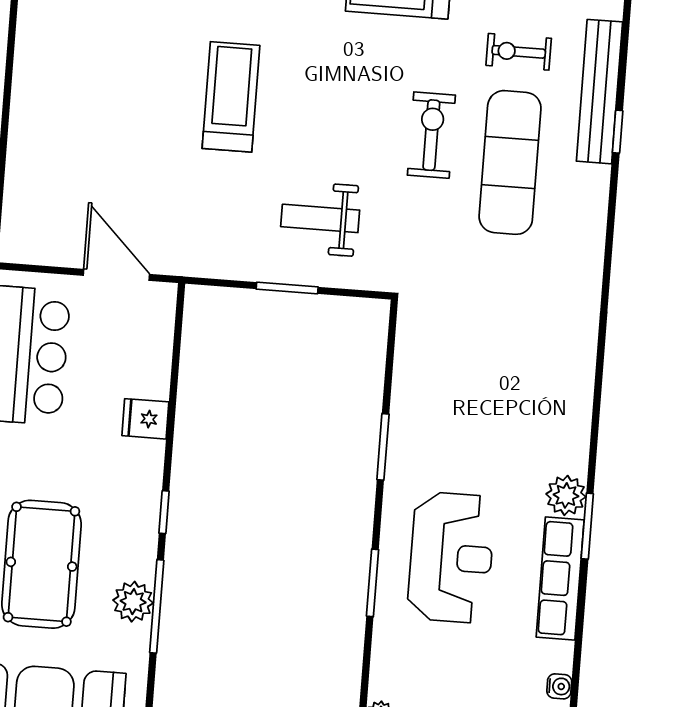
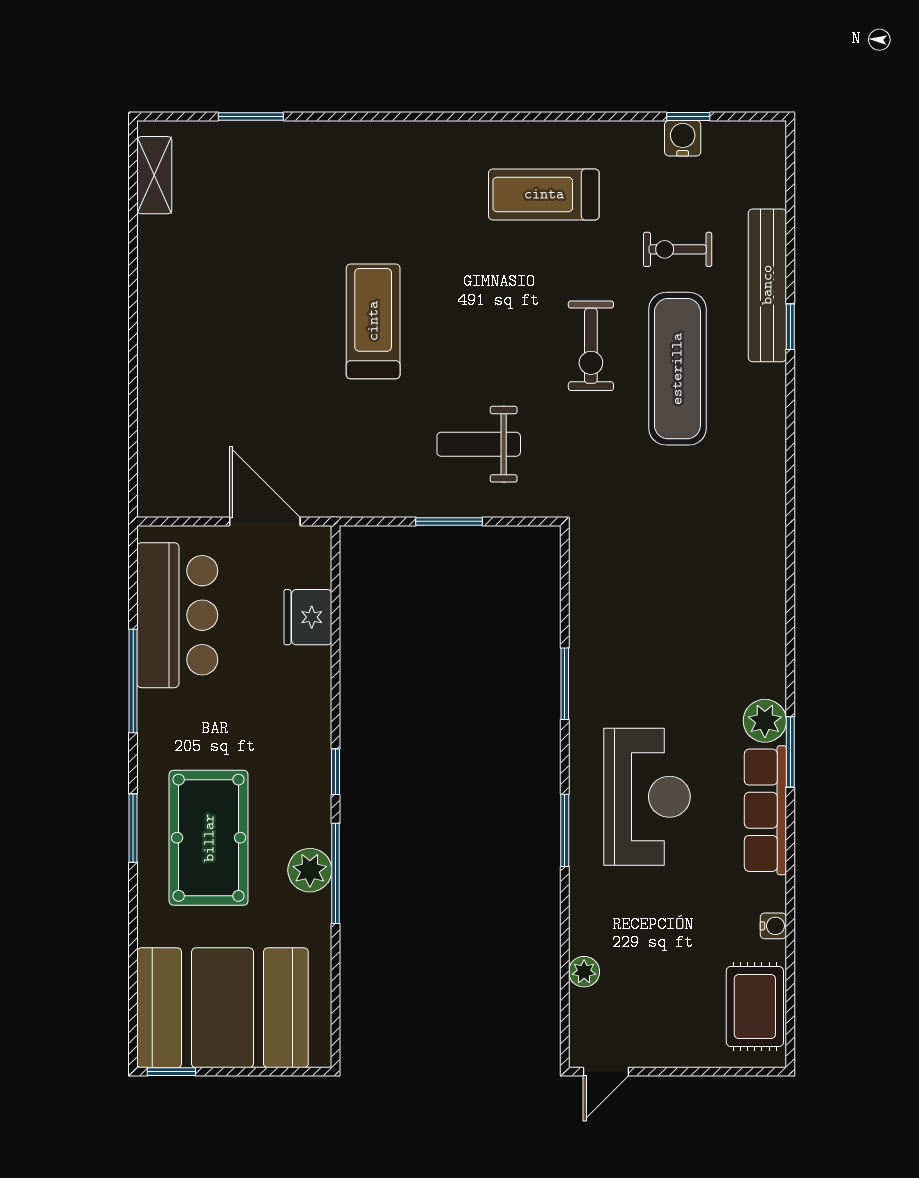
exercise bike: (431, 135) -> (591, 346), turned 180
fridge: (145, 419) -> (308, 617), moved, width x1.38

